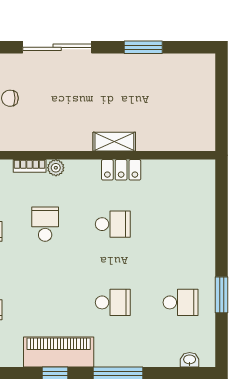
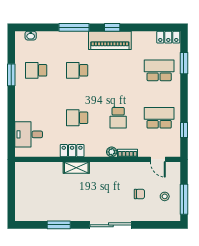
desk: (193, 197) -> (29, 134), added

